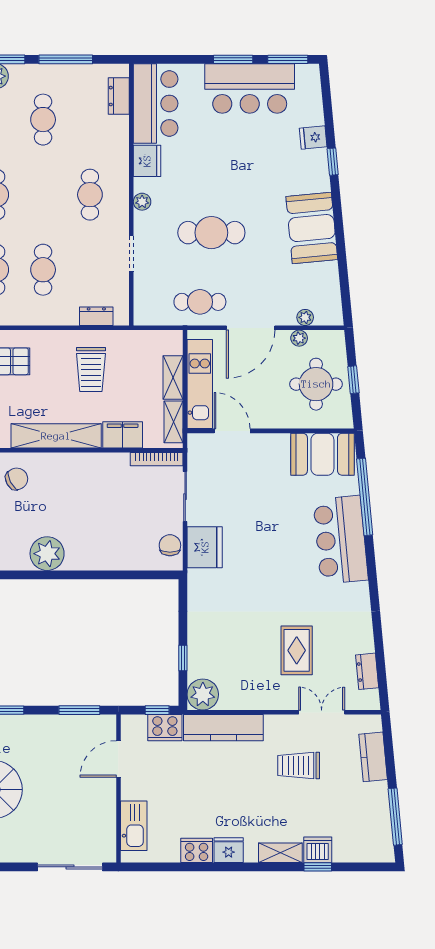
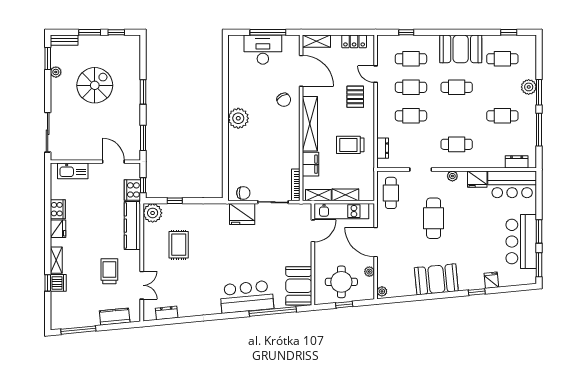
cafe table: (200, 302) -> (391, 193), moved
plant: (305, 317) -> (382, 291), moved
rug: (297, 650) -> (179, 245), moved, turned 90

